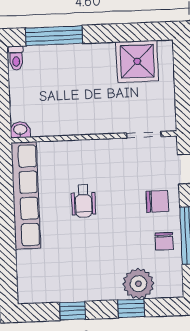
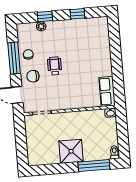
shower: (137, 61) -> (71, 151), moved
row of seats: (26, 195) -> (107, 91), width x0.50
wheelchair: (83, 201) -> (55, 66), moved
plant: (138, 284) -> (41, 26), width x0.53, depth x0.53

